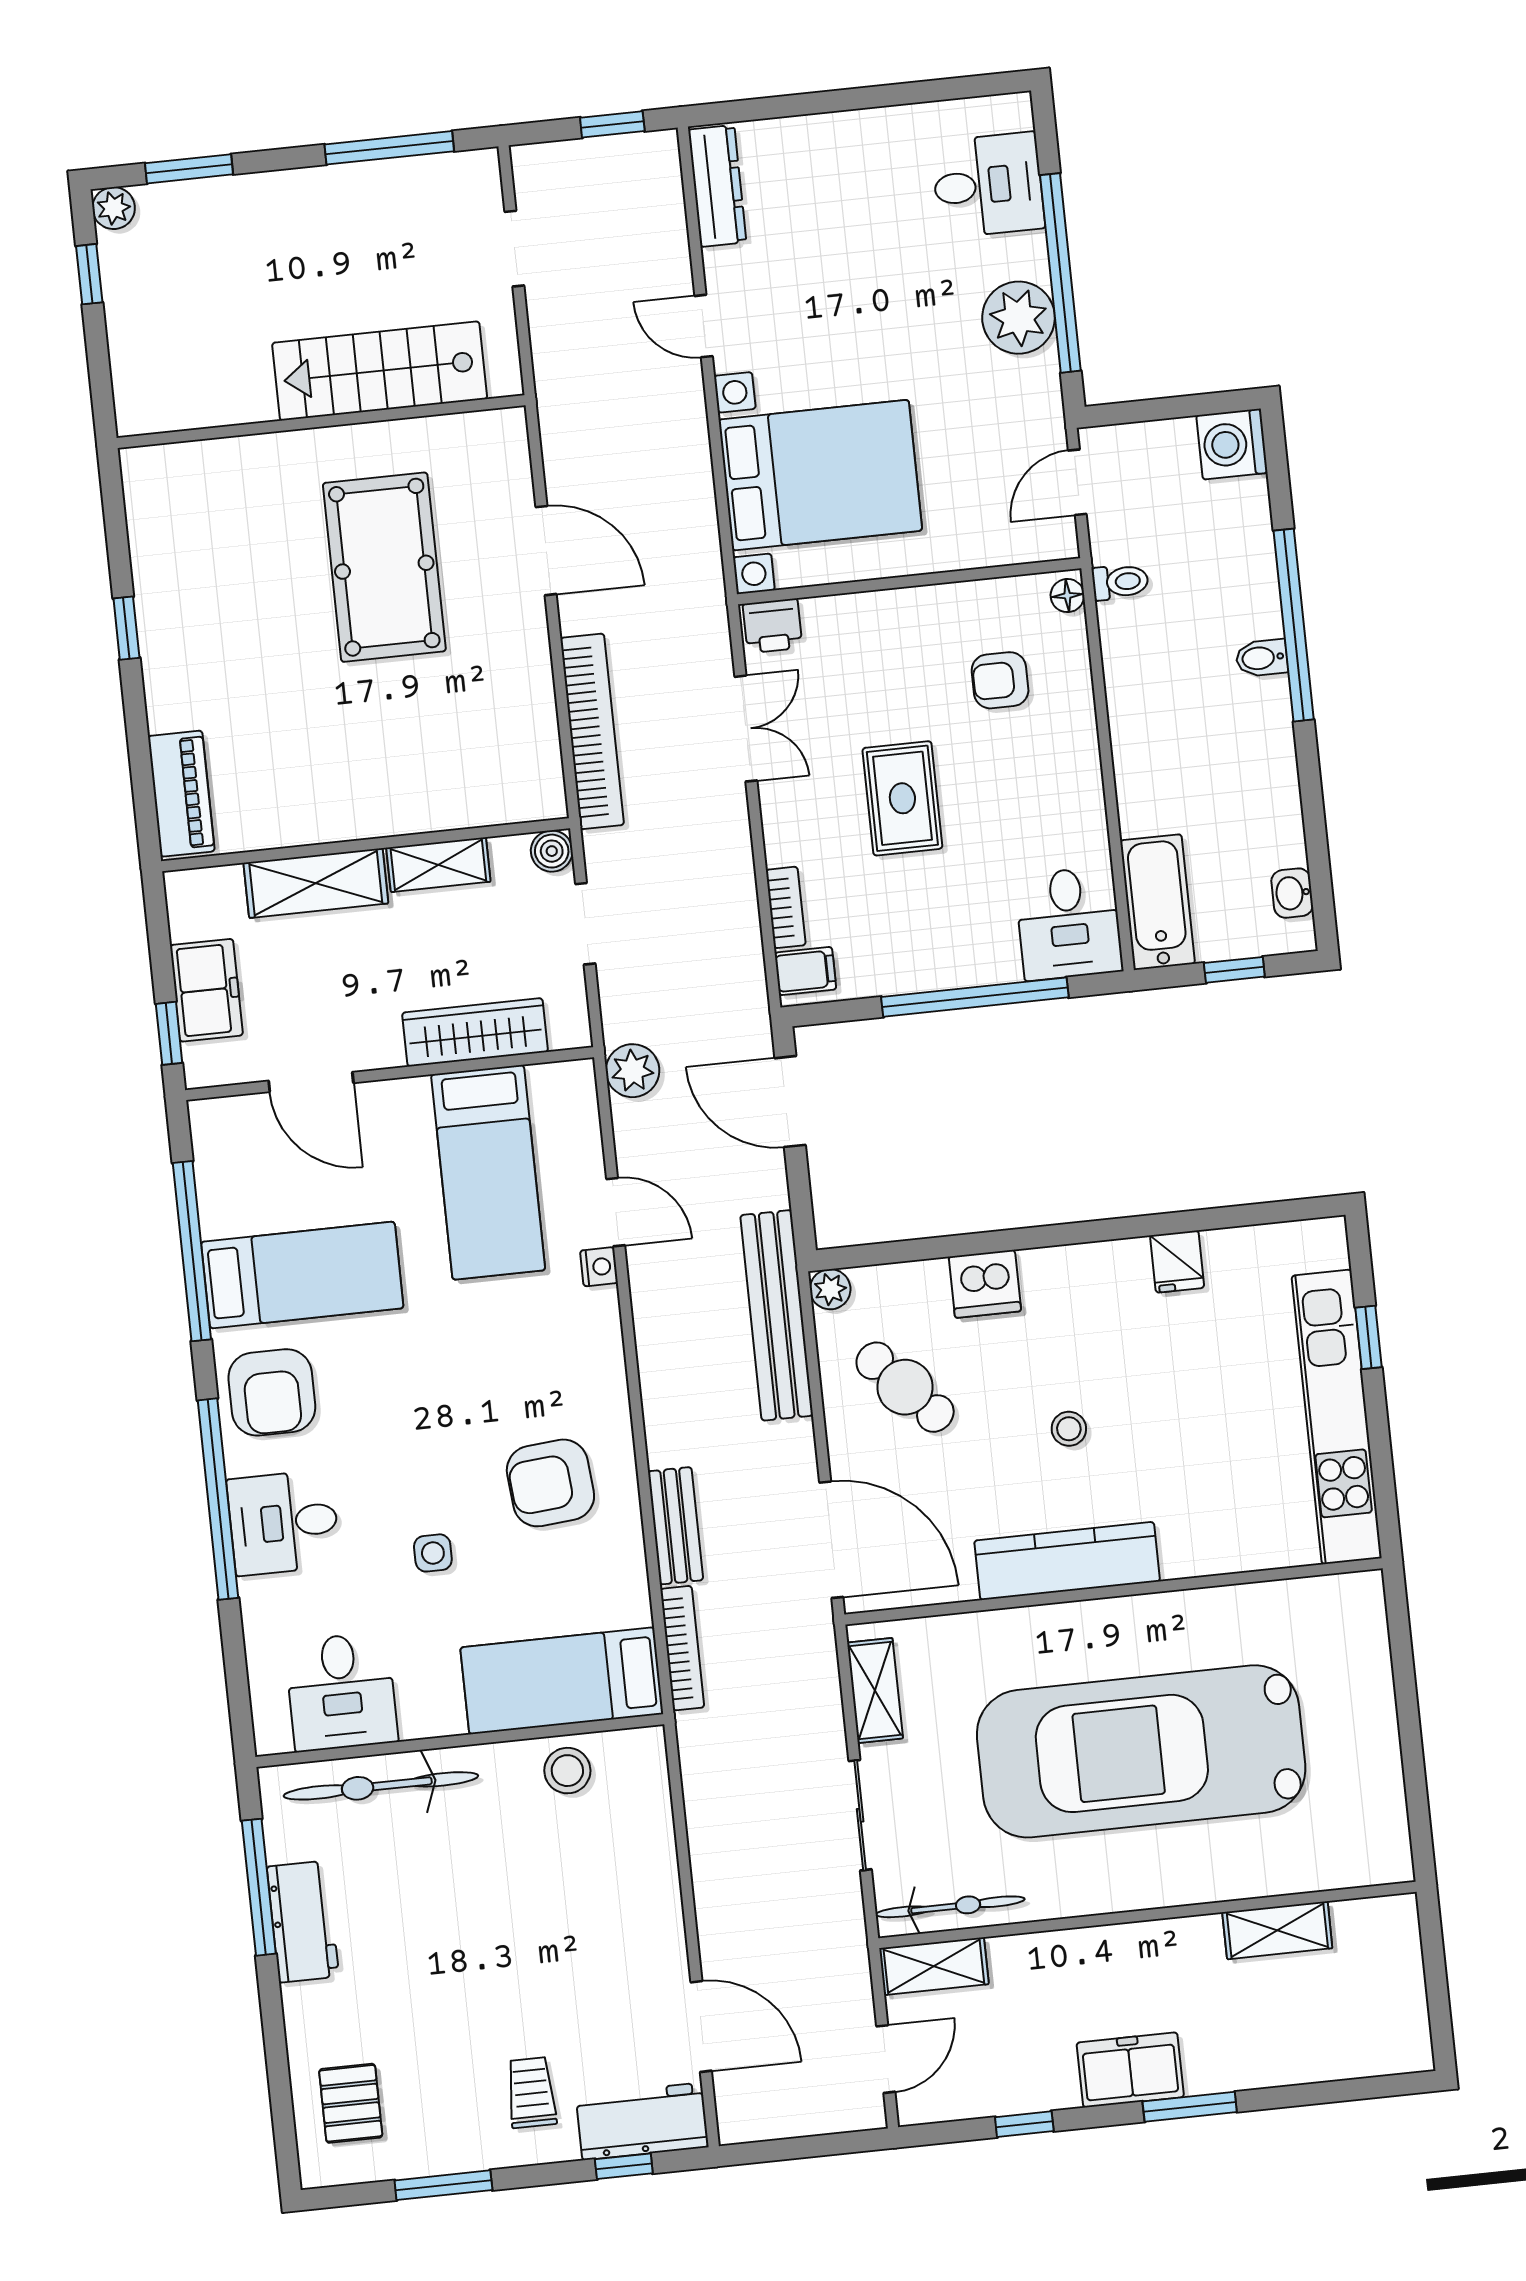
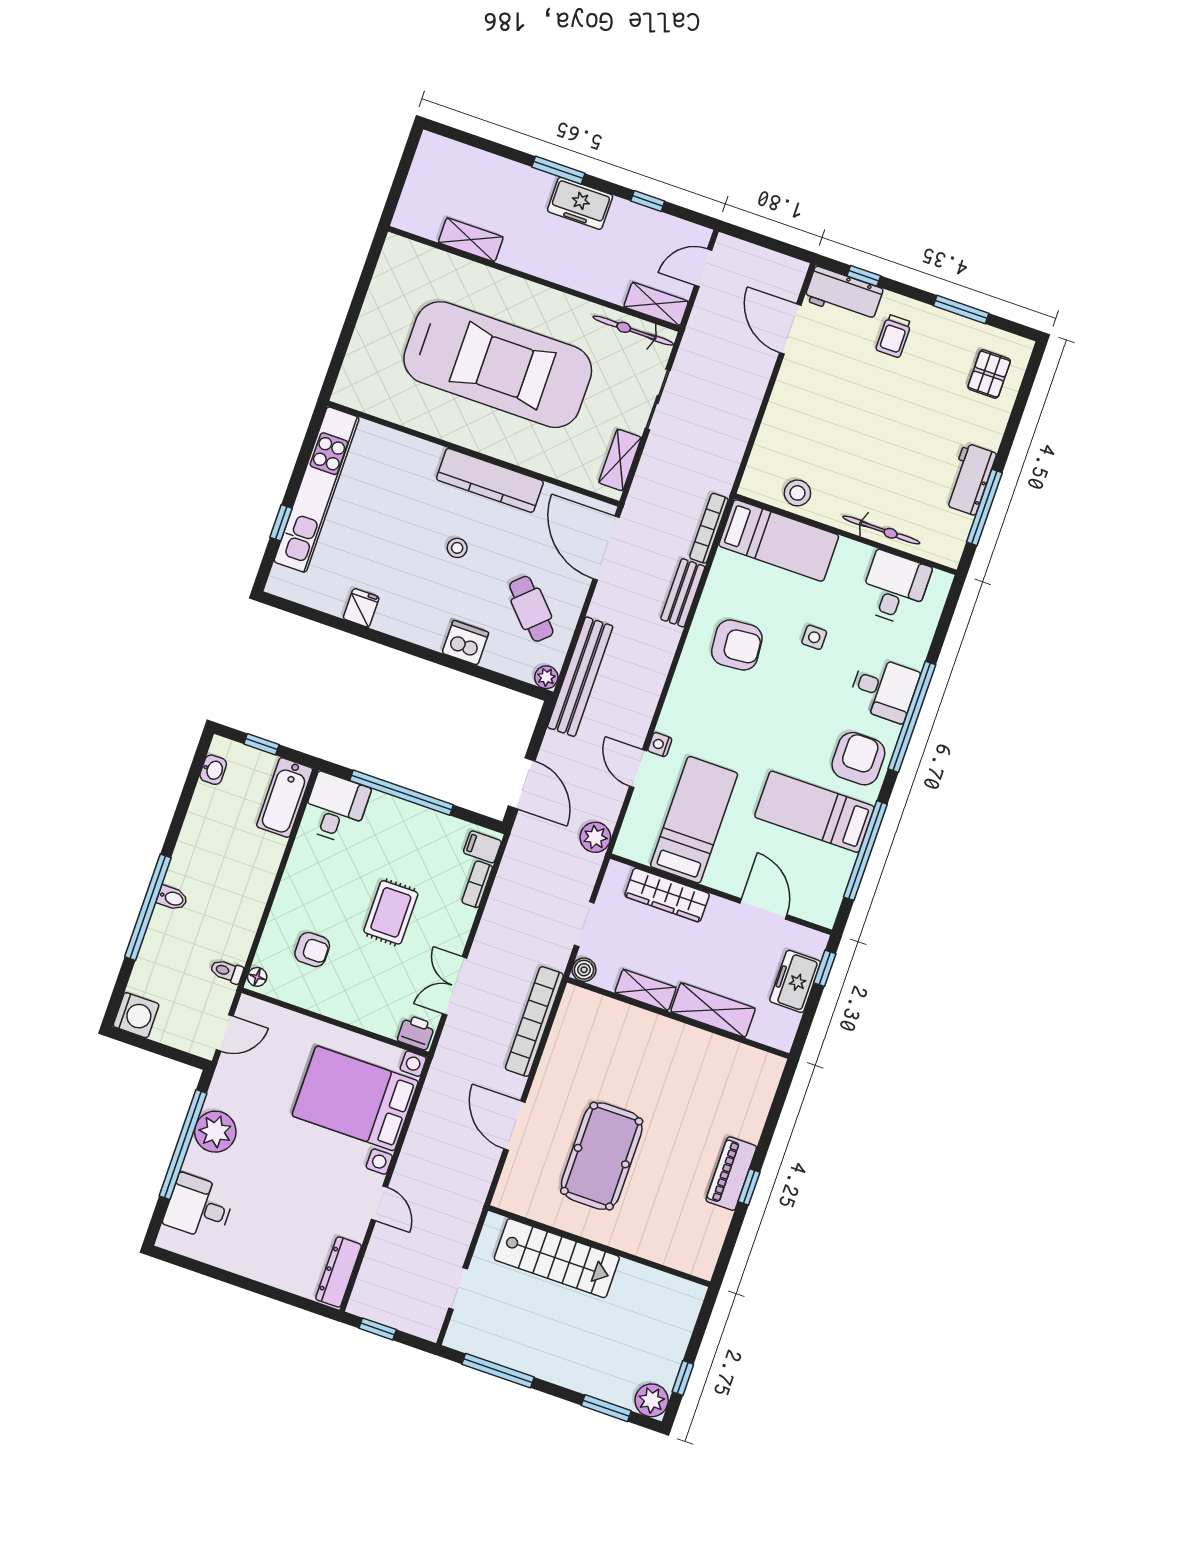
plant: (114, 208) -> (652, 1400), width x1.38, depth x1.38
piano: (181, 794) -> (731, 1174), moved
bicycle: (381, 1786) -> (881, 530), width x0.73, depth x0.71

